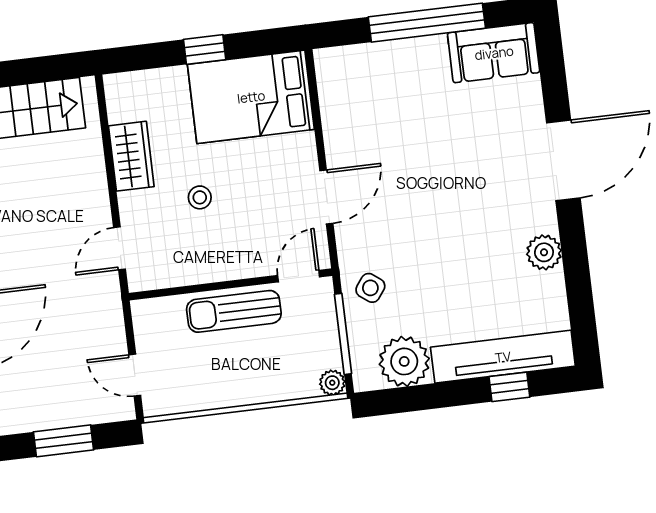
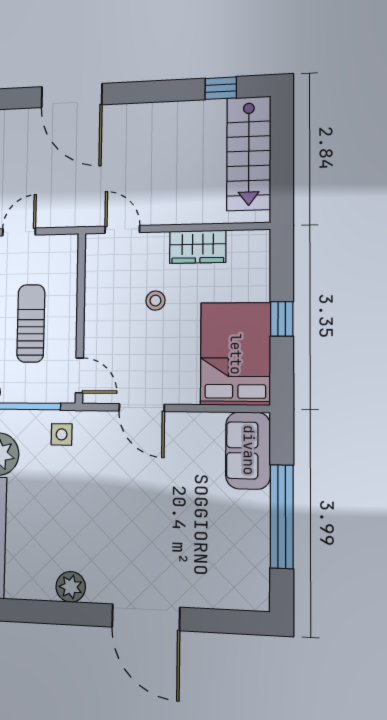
sofa: (494, 53) -> (248, 450), moved
side table: (370, 288) -> (62, 434), turned -36
sun lounger: (234, 311) -> (31, 323), moved

